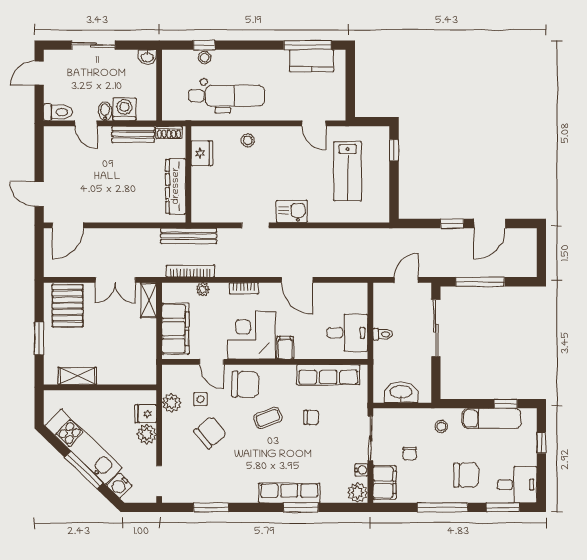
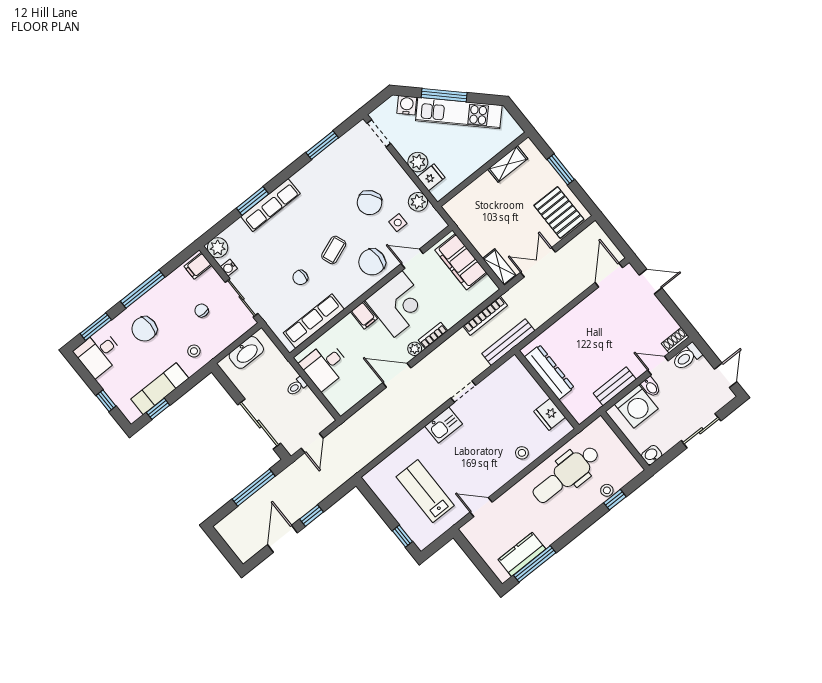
washing machine: (125, 109) -> (636, 406), width x1.37, depth x1.37
shoe rack: (169, 132) -> (675, 340), moved
plant: (203, 289) -> (415, 349), moved
filing cabinet: (384, 482) -> (198, 266), width x0.50

